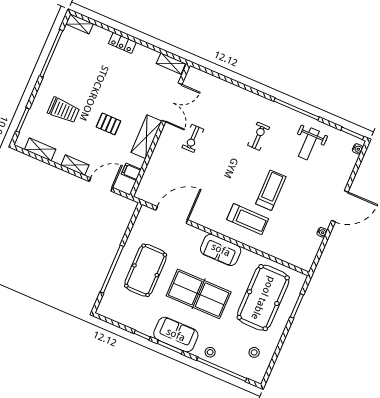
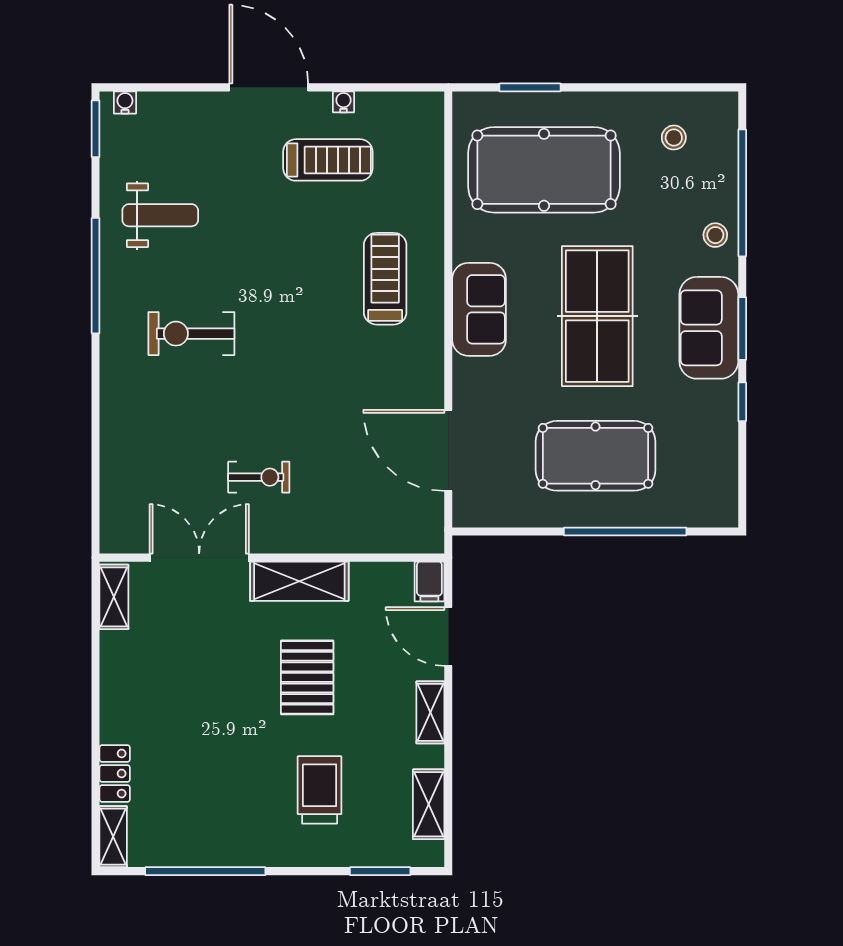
locker: (122, 43) -> (115, 773), moved
pallet: (108, 124) -> (307, 677), width x1.50, depth x1.42
exercise bike: (259, 136) -> (191, 334), width x1.38, depth x1.39
filing cabinet: (131, 172) -> (429, 581), moved
treadmill: (271, 190) -> (328, 160), moved, turned 180

